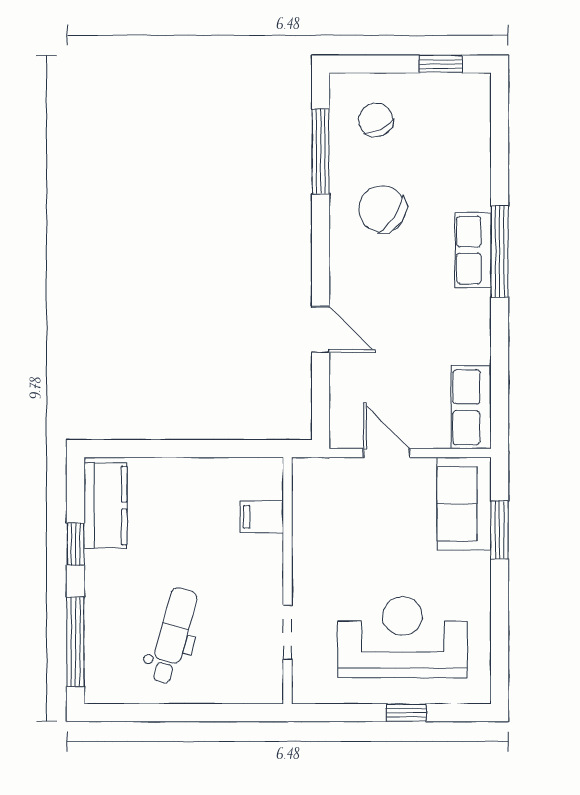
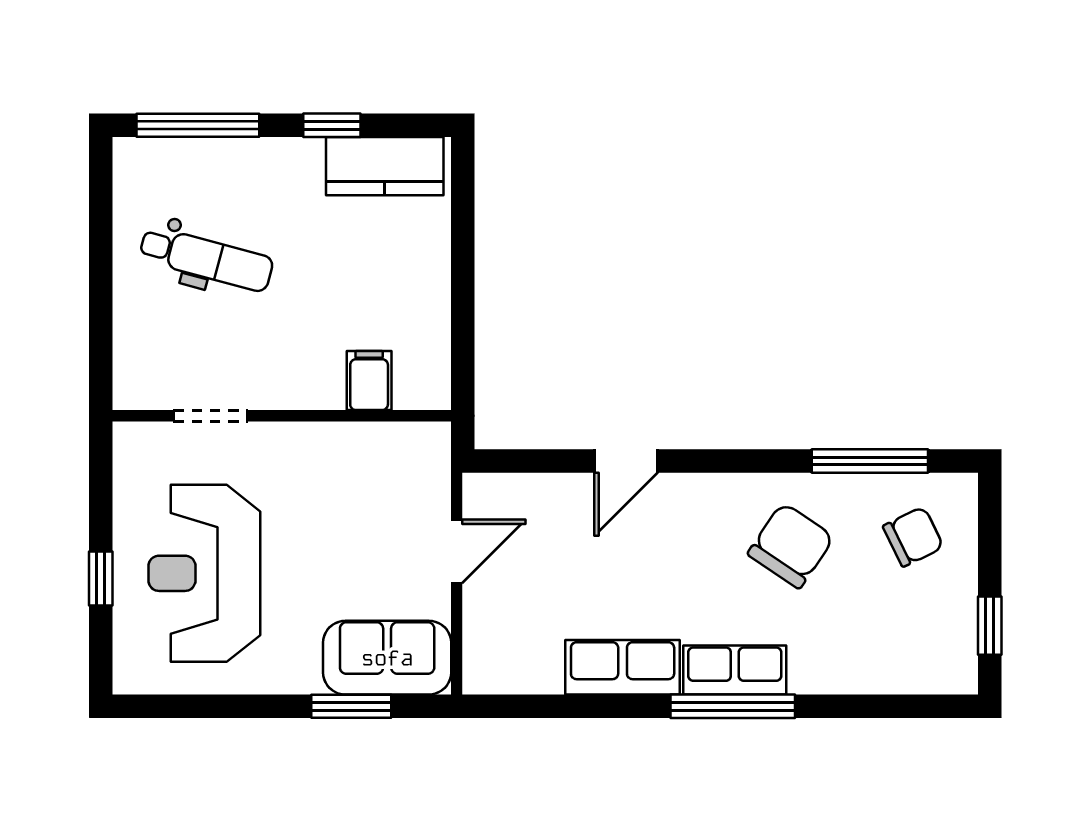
row of seats: (471, 407) -> (623, 667), moved
reception desk: (403, 637) -> (204, 573), turned 180

